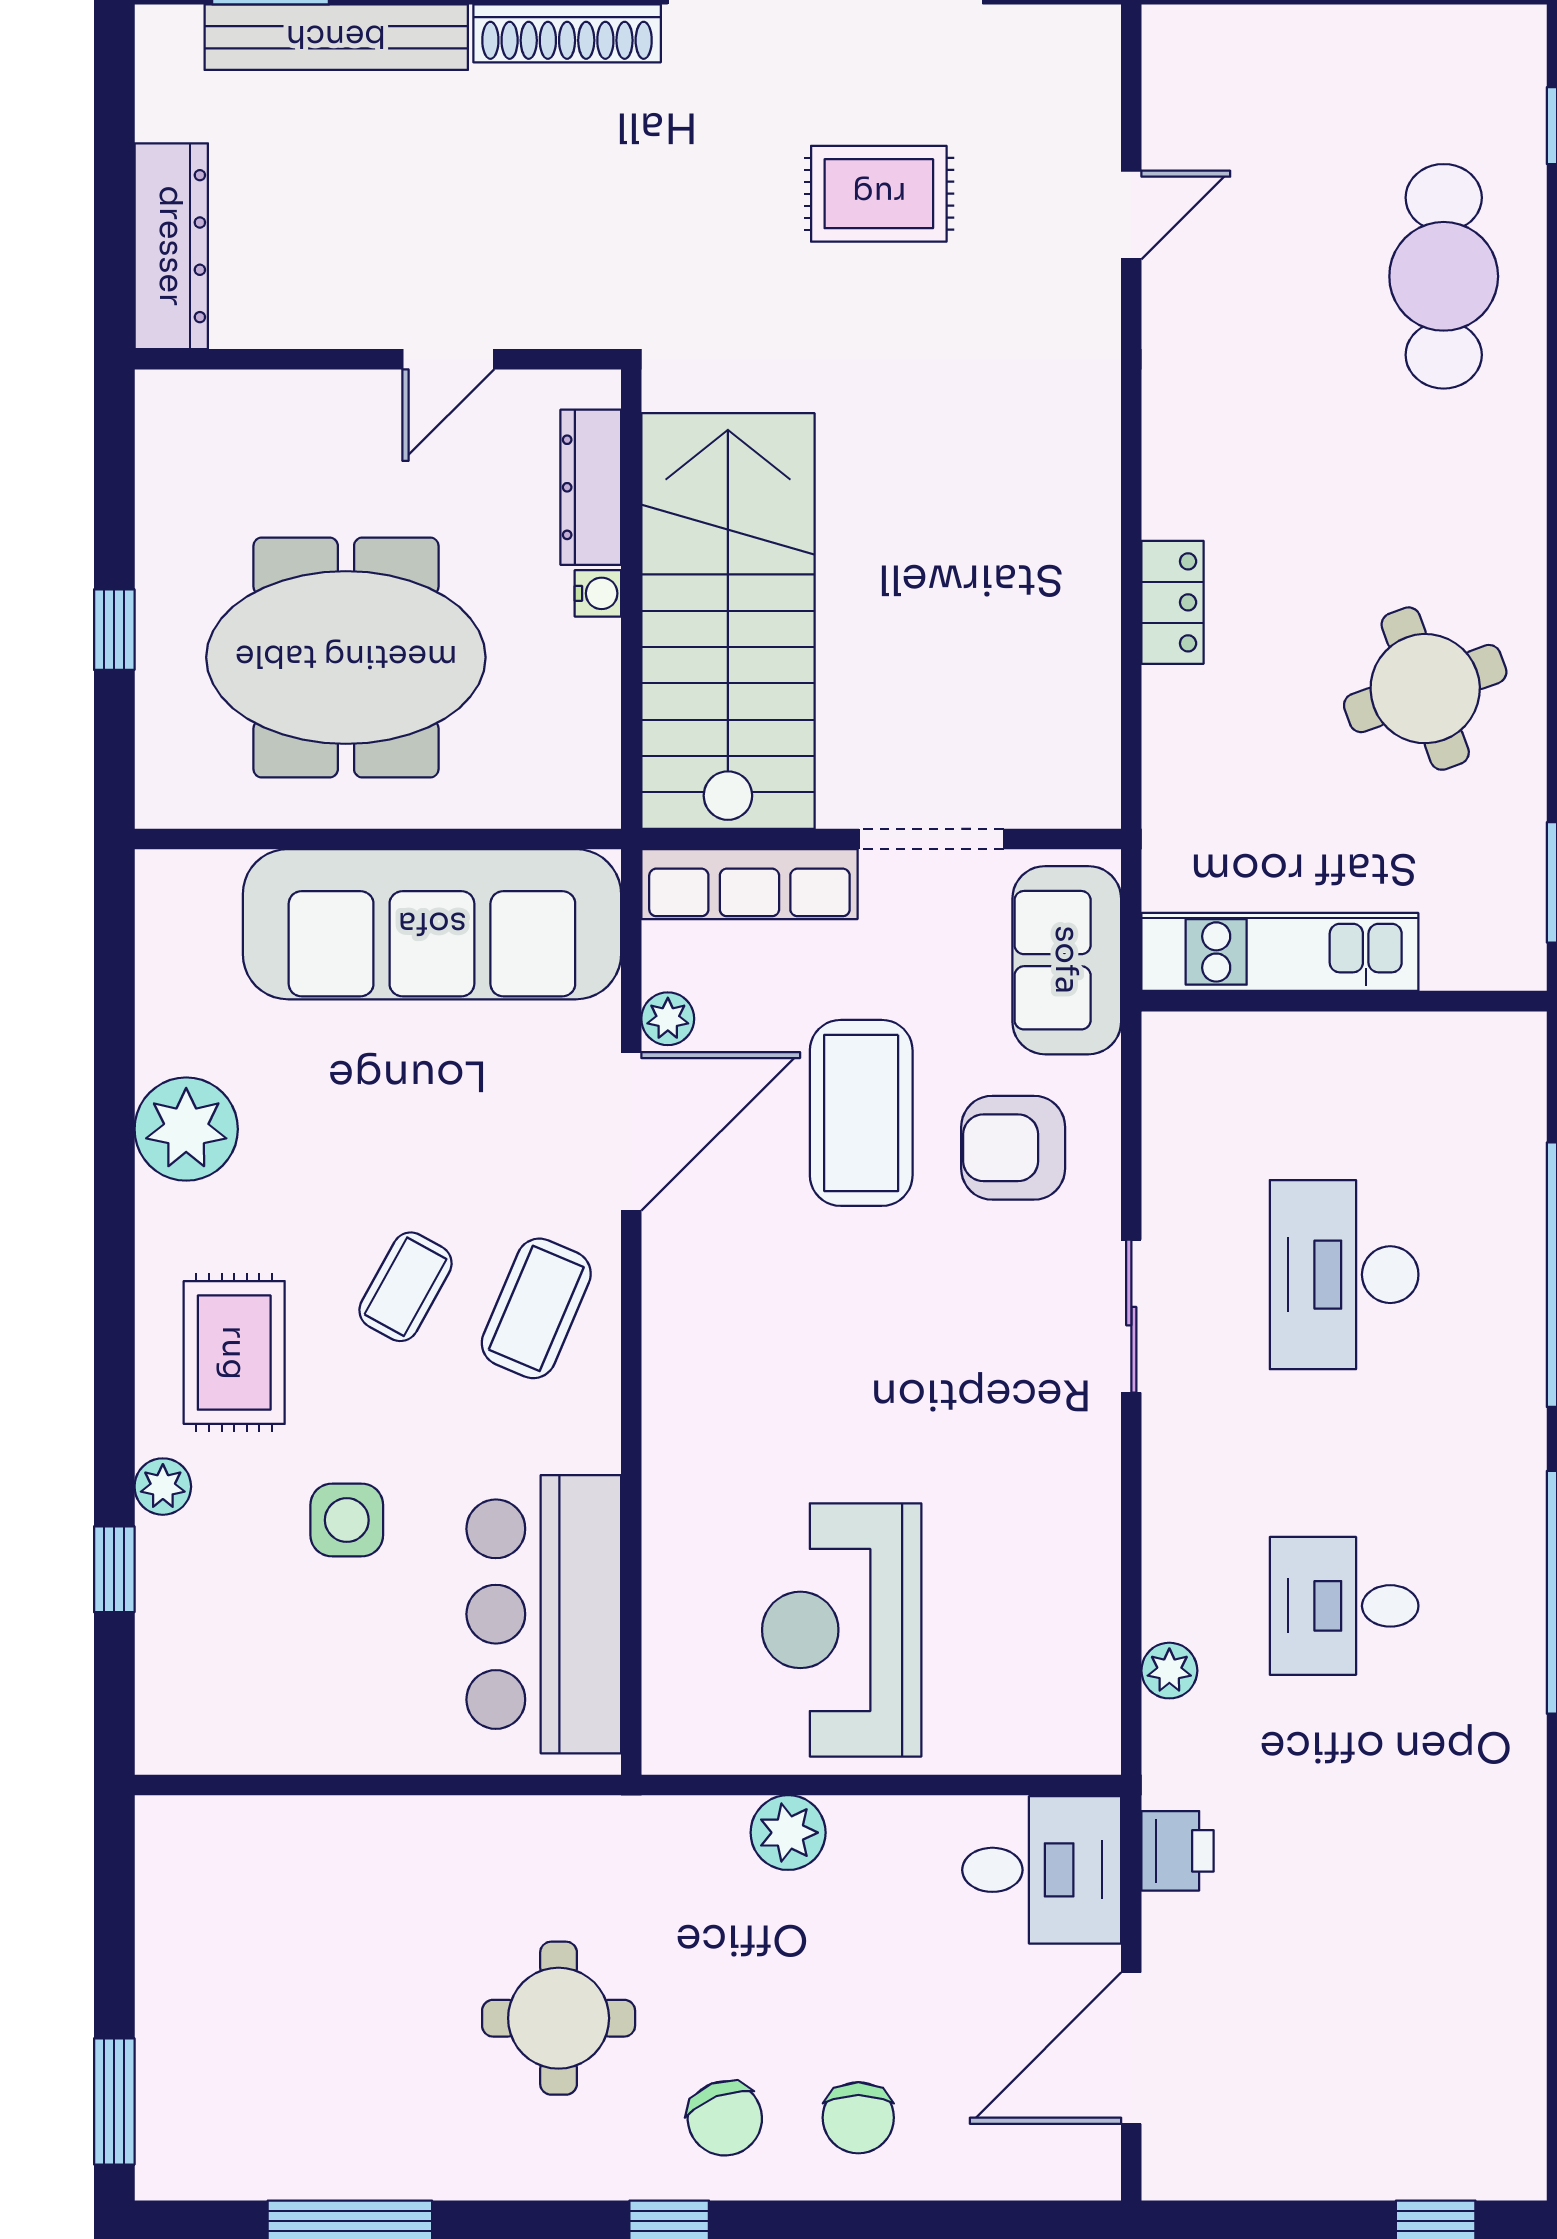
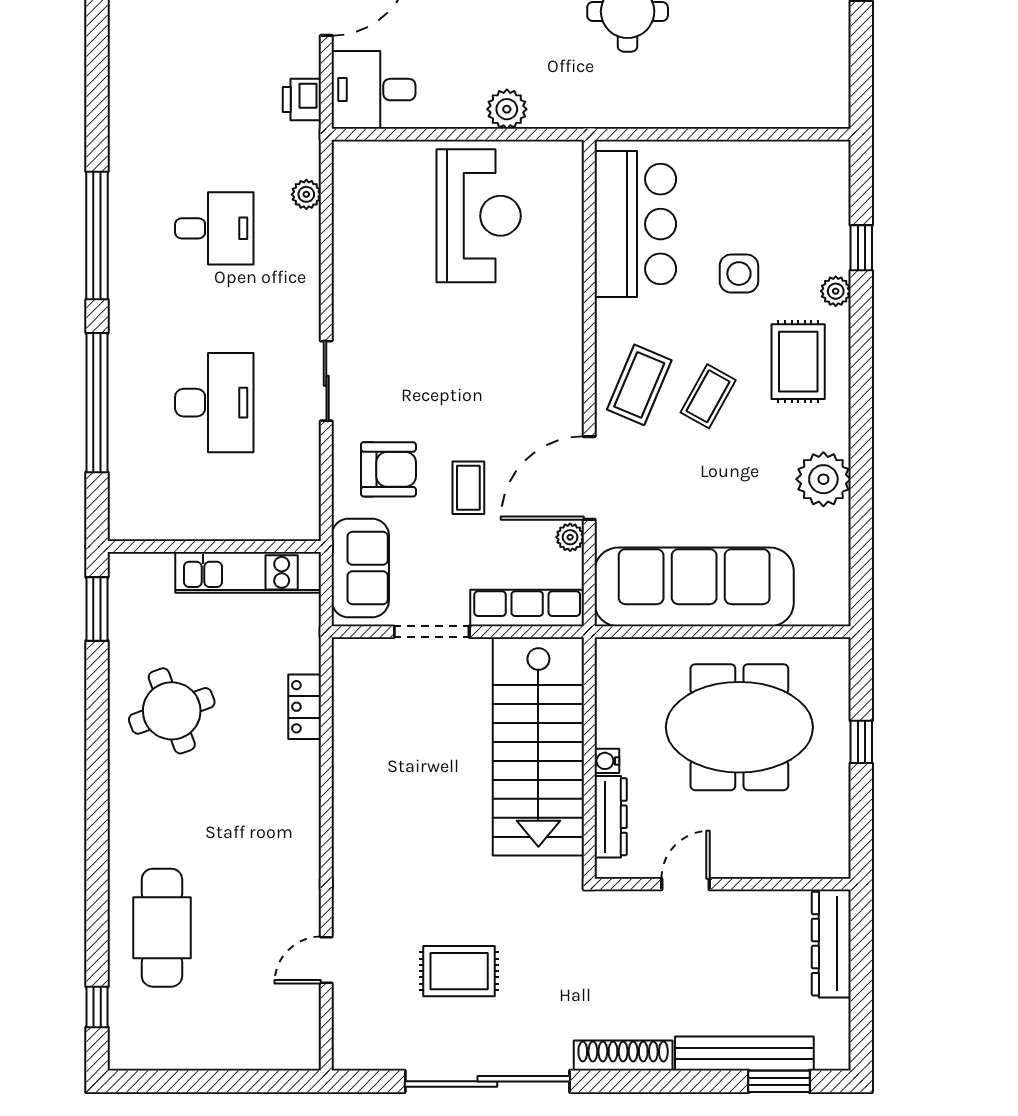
locker: (1172, 602) -> (305, 707), moved
coffee table: (861, 1113) -> (468, 488), width x0.54, depth x0.58

